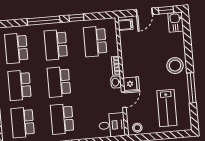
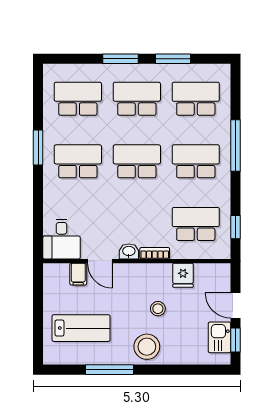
window: (76, 18) -> (236, 227), moved
kitchen sink: (176, 22) -> (220, 337), moved, turned -90
filing cabinet: (125, 25) -> (78, 274), moved
fridge: (131, 84) -> (183, 275), moved
lab bench: (167, 108) -> (81, 328), turned 180
stool: (137, 128) -> (158, 309), moved

